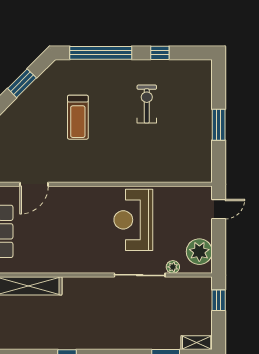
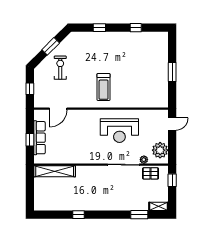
window: (101, 53) -> (99, 28), width x0.32
exercise bike: (147, 104) -> (60, 68), moved
treadmill: (78, 117) -> (104, 87), moved
reception desk: (133, 220) -> (119, 131), turned -90
pallet: (184, 289) -> (151, 173), added

